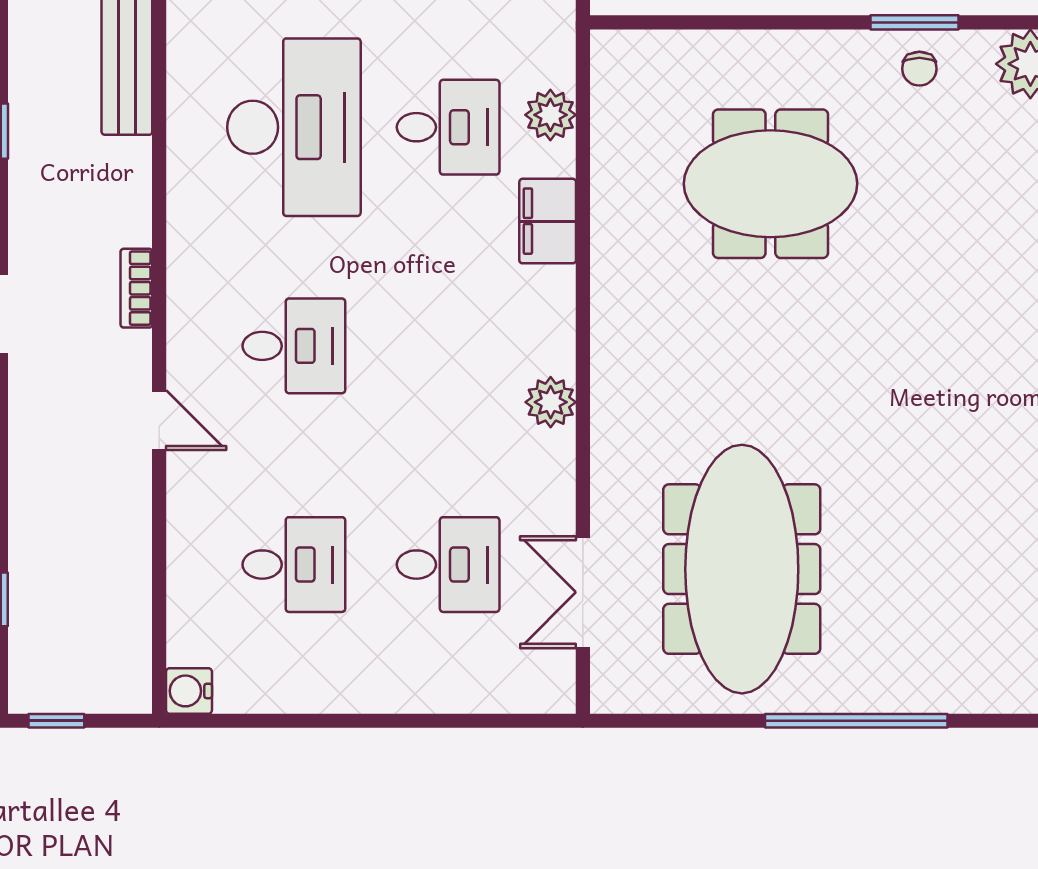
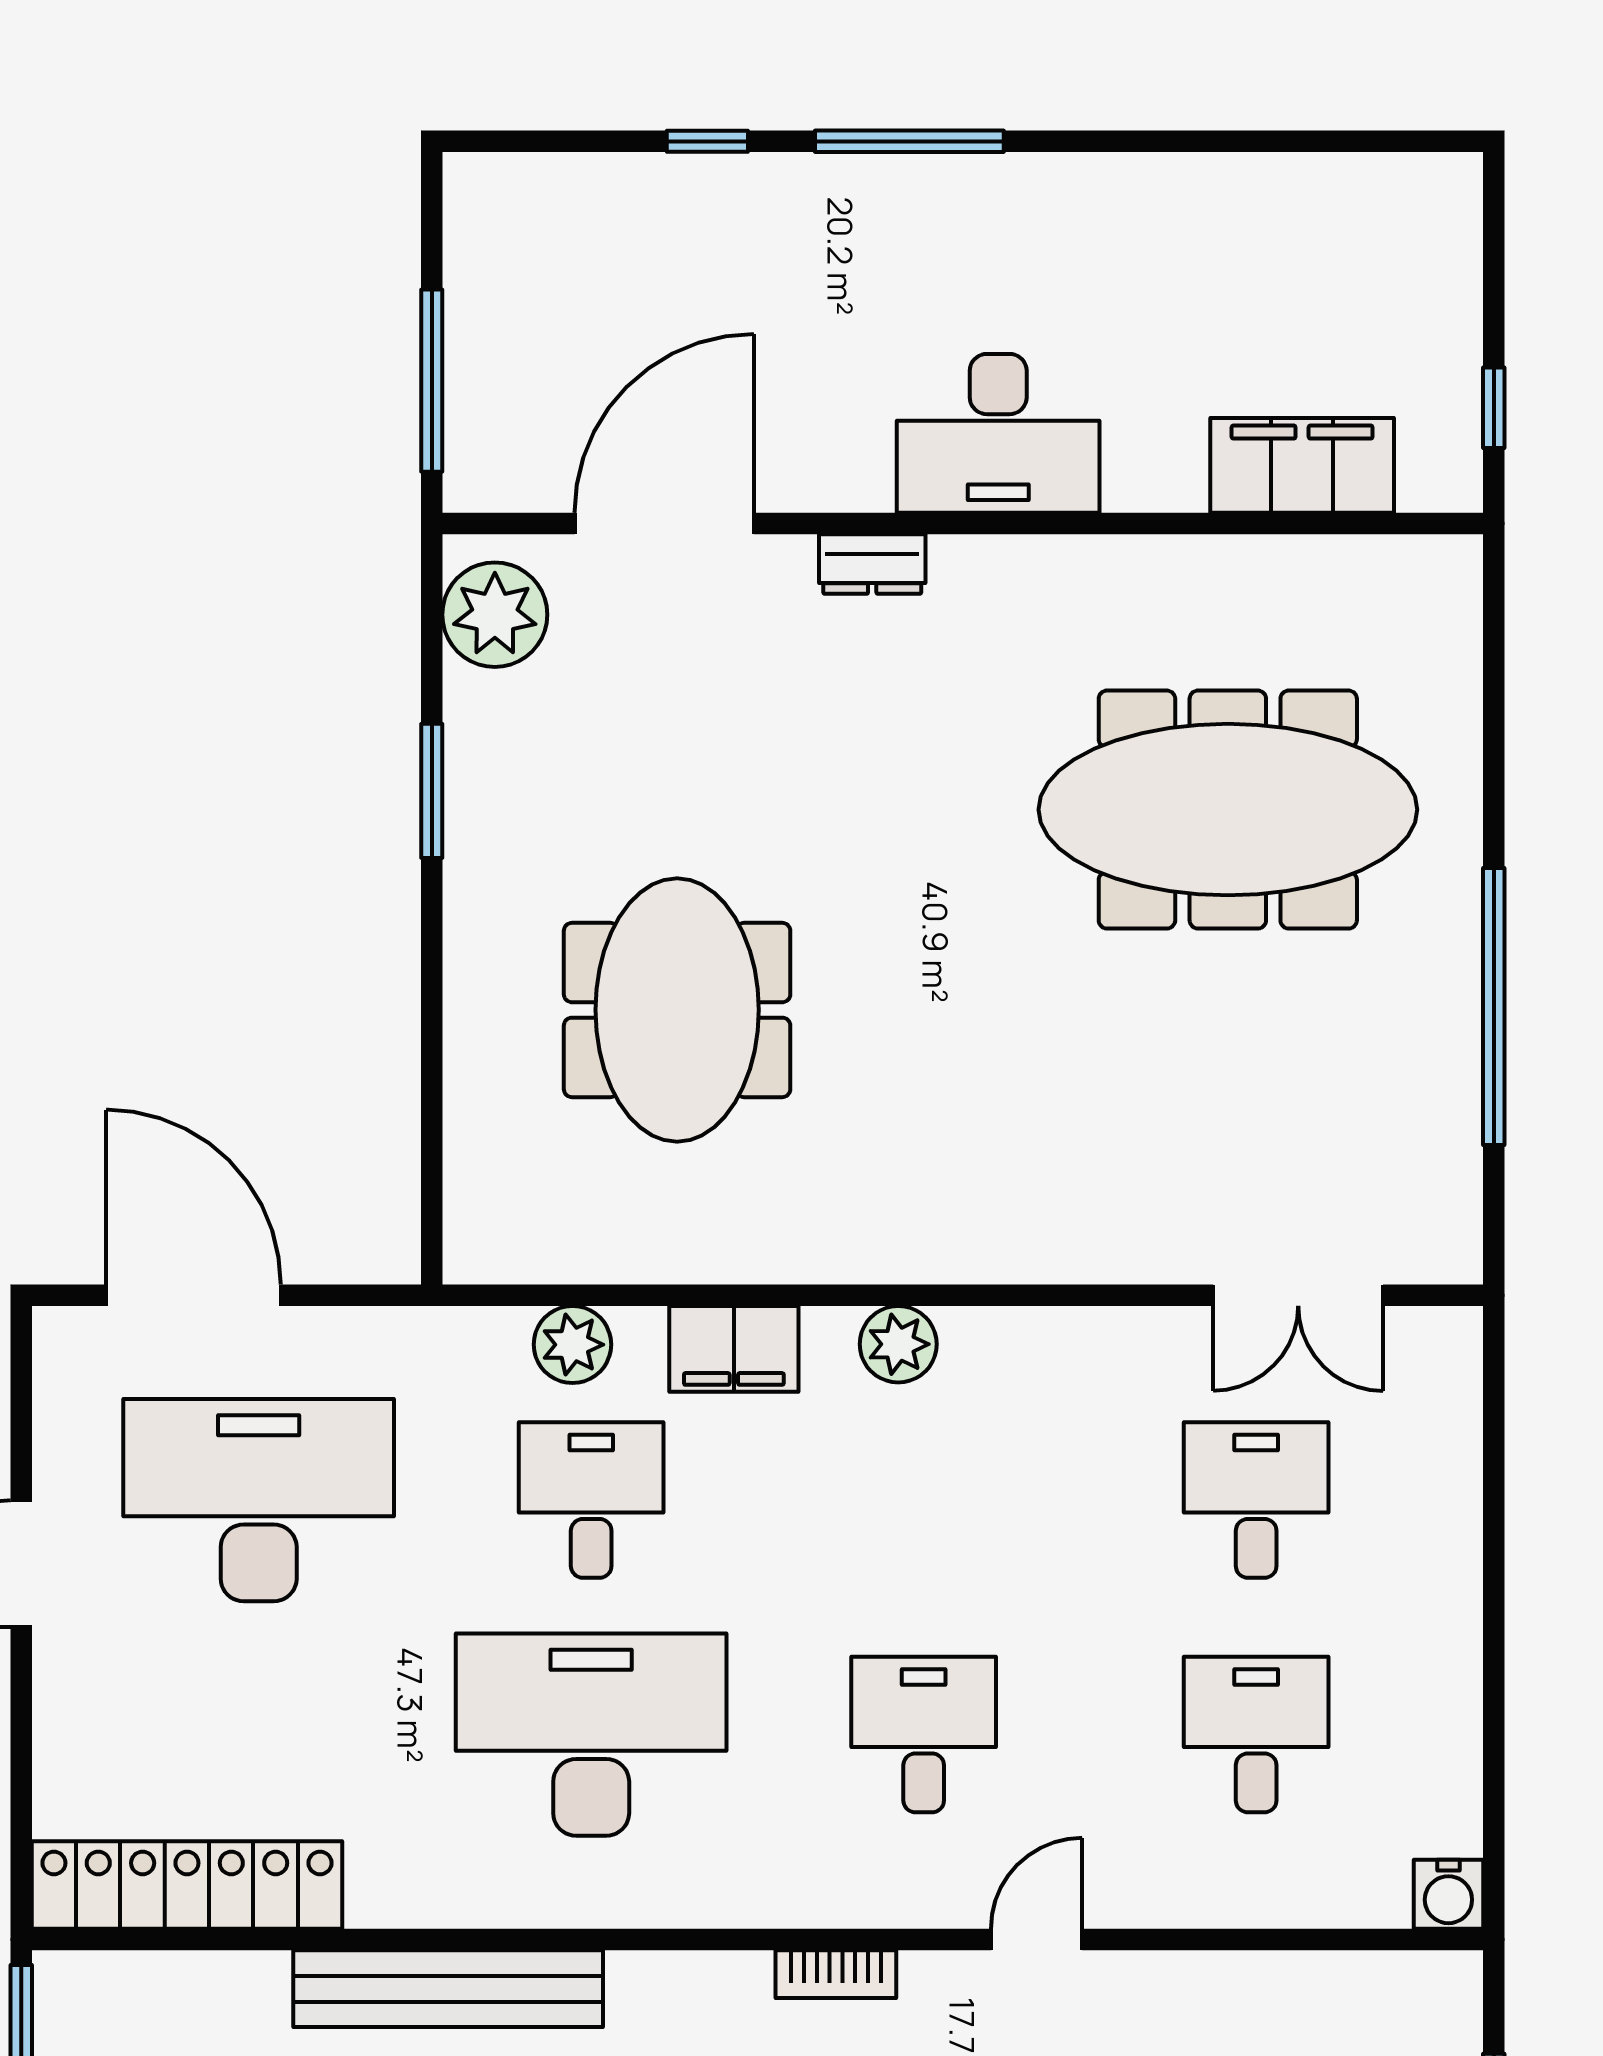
chair: (919, 69) -> (502, 784), removed
plant: (551, 402) -> (898, 1344), moved
meeting table: (742, 569) -> (1228, 810), moved
window: (856, 721) -> (1494, 1007), moved

